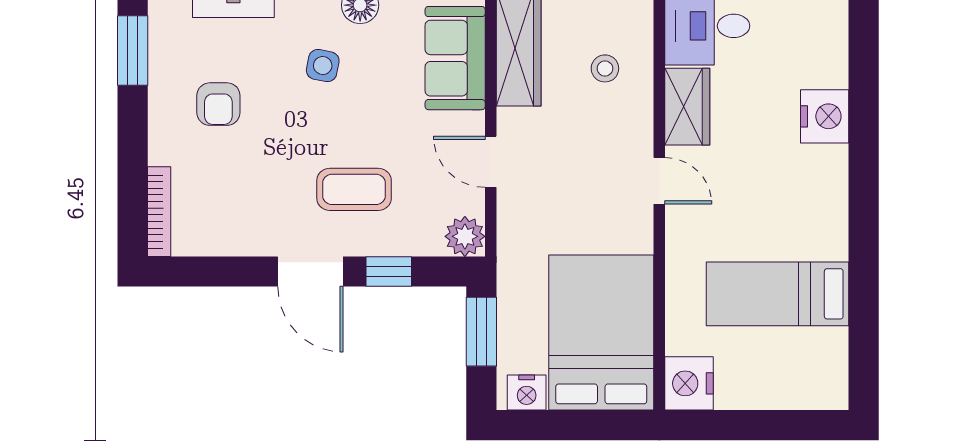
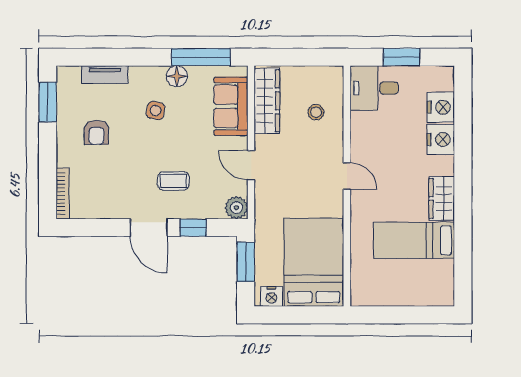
wardrobe: (687, 107) -> (442, 198), moved, turned 180
coffee table: (354, 189) -> (173, 181), width x0.73, depth x0.77
nightstand: (689, 383) -> (441, 107), moved, turned 180

